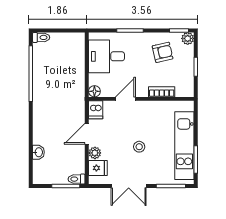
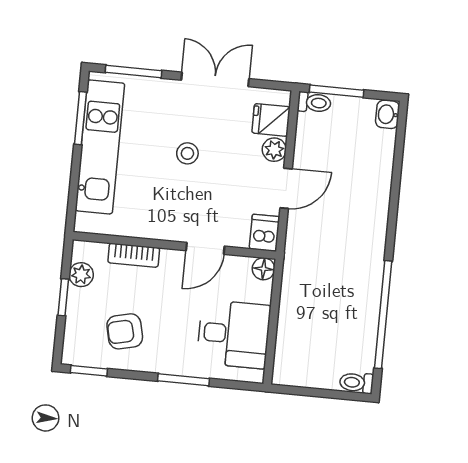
plant: (188, 38) -> (81, 275), moved
washbasin: (38, 152) -> (388, 114), moved

